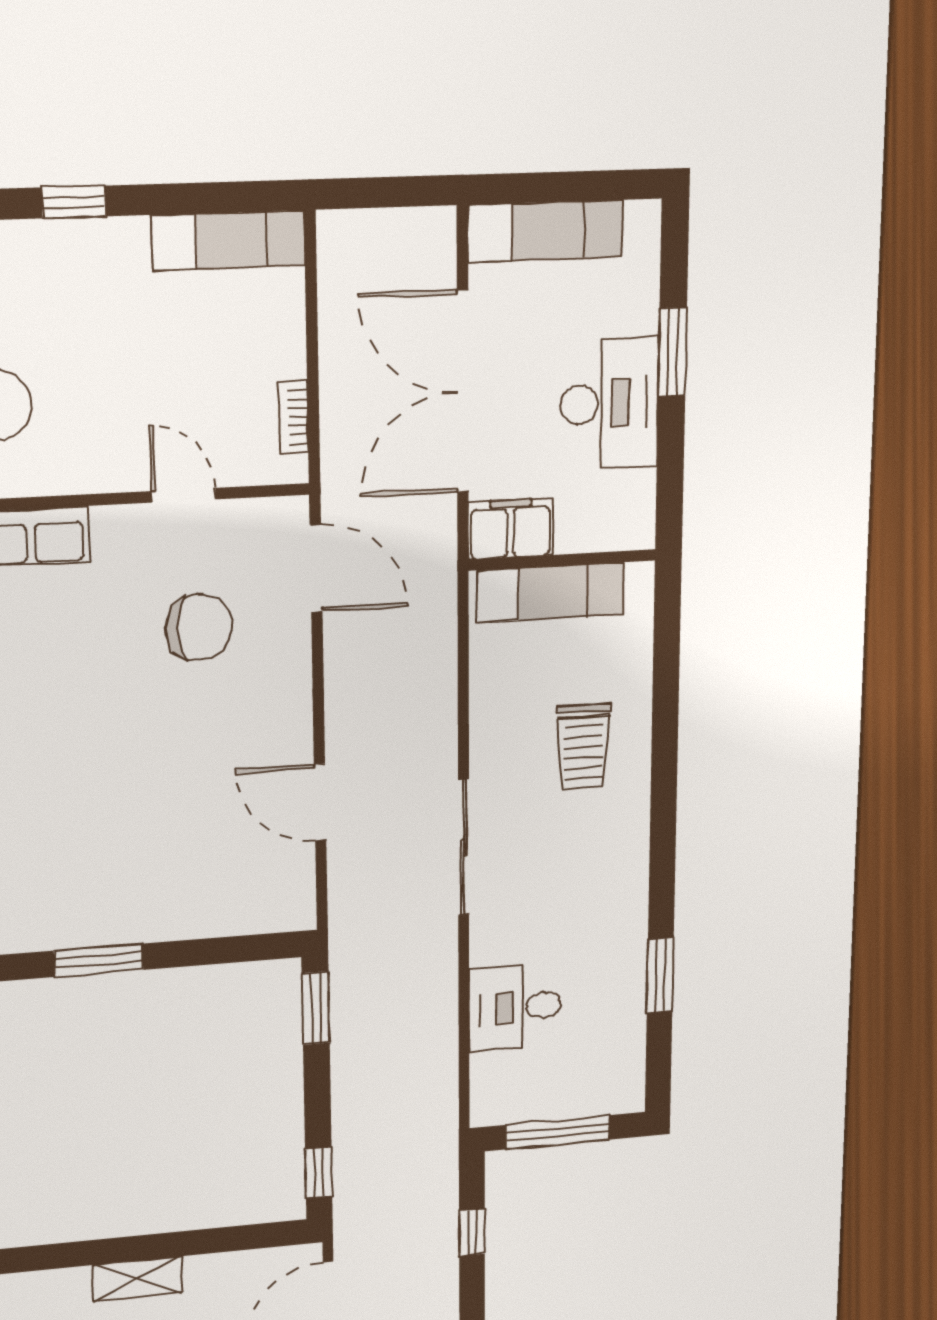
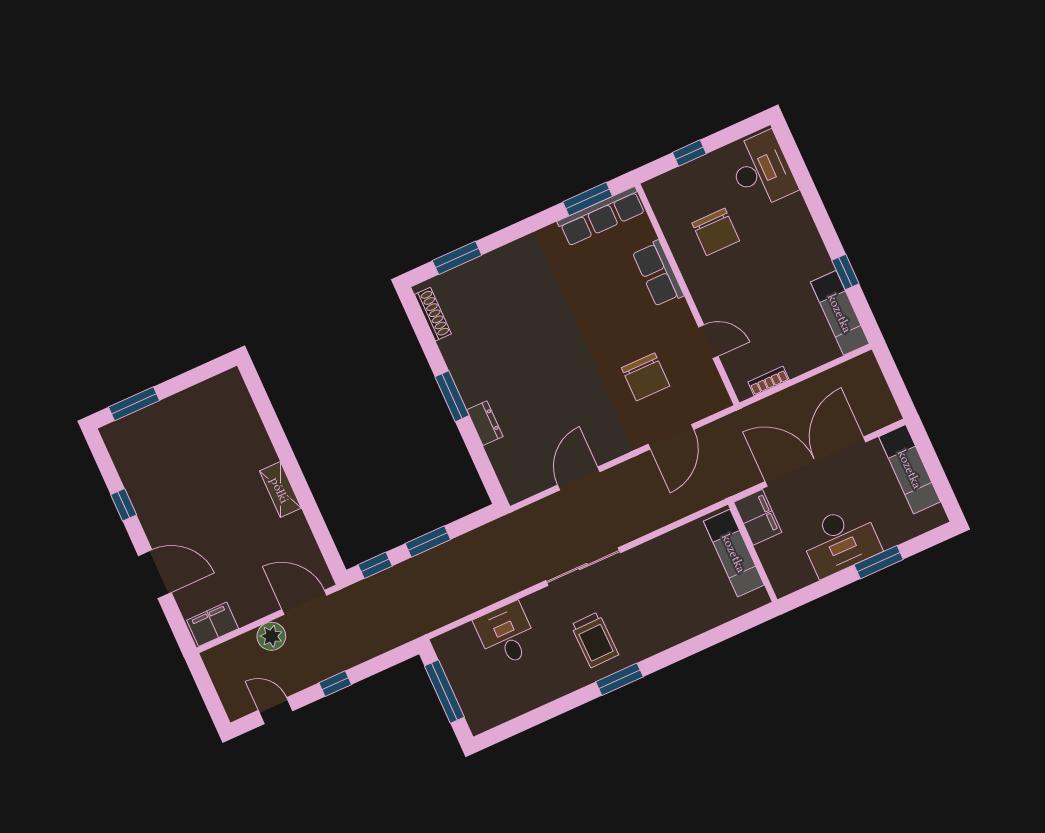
window: (74, 202) -> (845, 272), moved
door: (183, 495) -> (708, 342), hinge flipped
door: (316, 568) -> (671, 437), moved
trolley: (583, 747) -> (595, 640), moved, turned -91
dresser: (165, 923) -> (485, 423), added
window: (660, 975) -> (619, 679), moved
window: (316, 1008) -> (428, 541), moved
window: (472, 1232) -> (335, 684), moved

